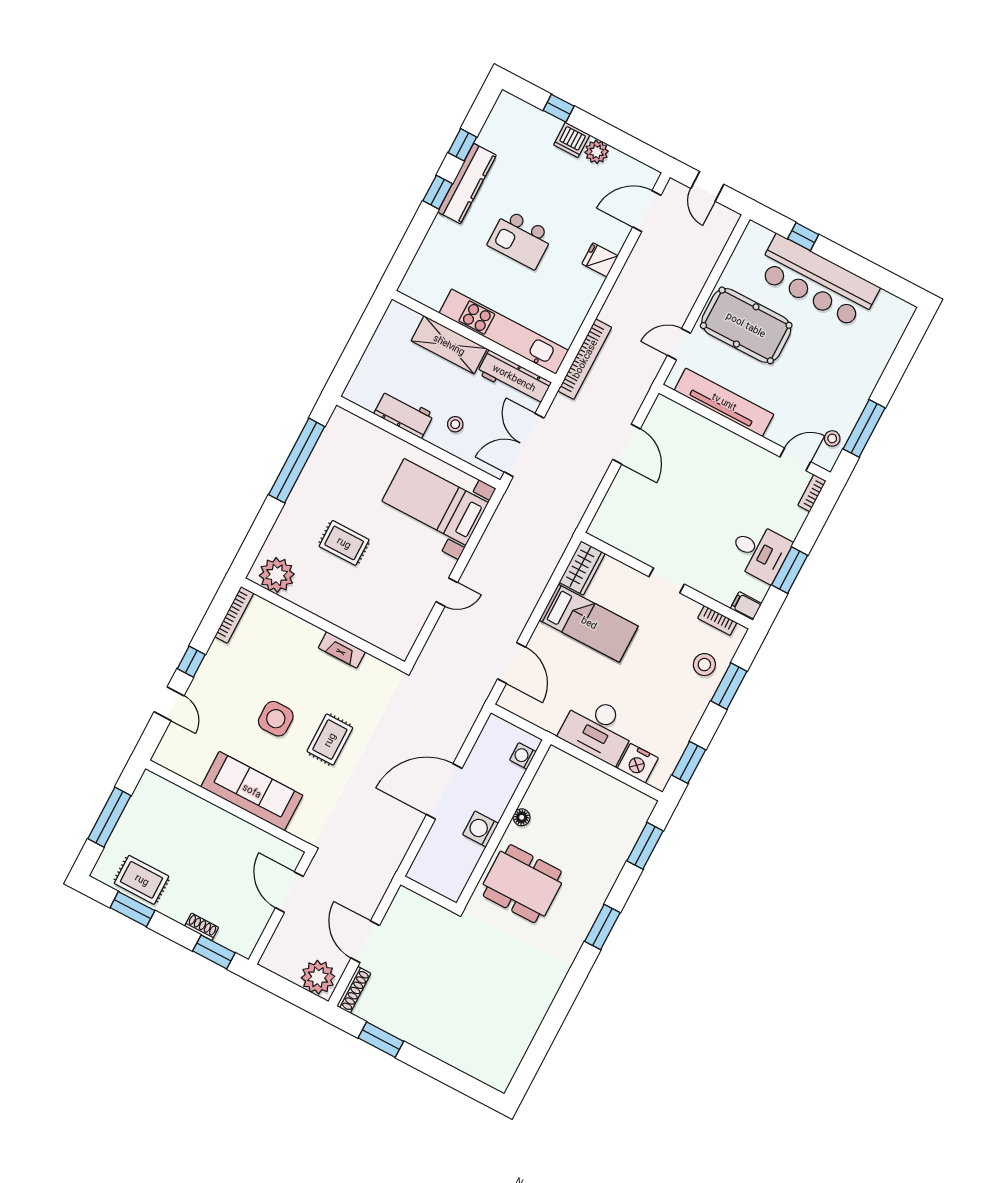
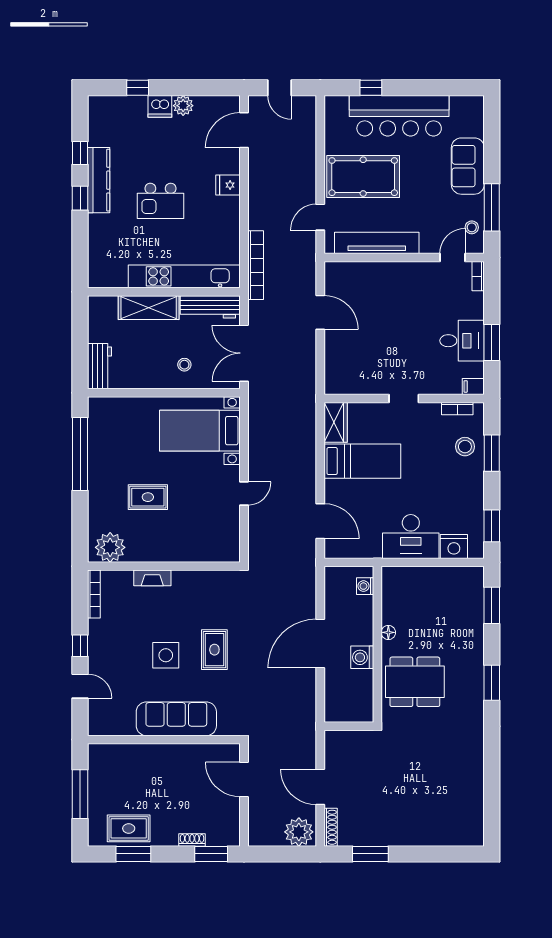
sofa: (862, 372) -> (468, 166), added
workbench: (404, 414) -> (100, 366), moved, turned 90
fireplace: (342, 650) -> (152, 578), moved

